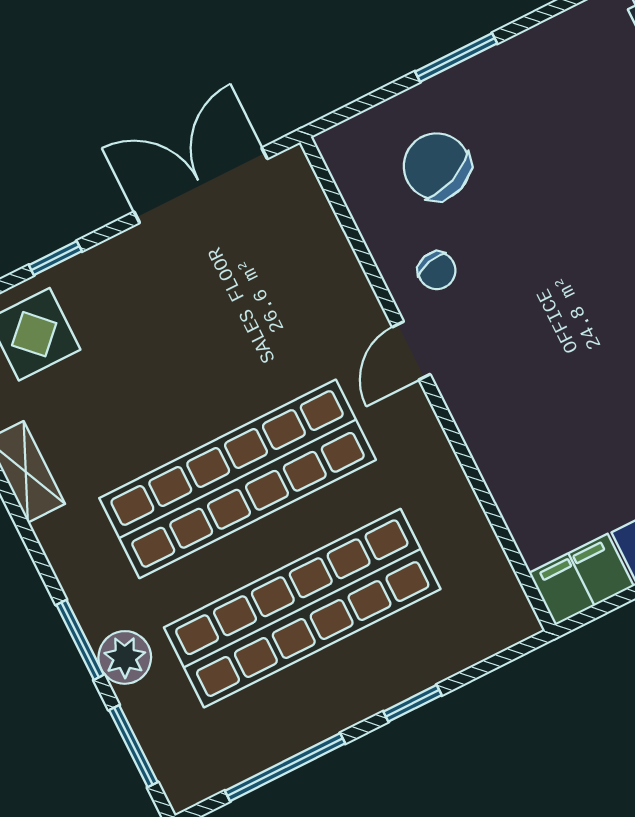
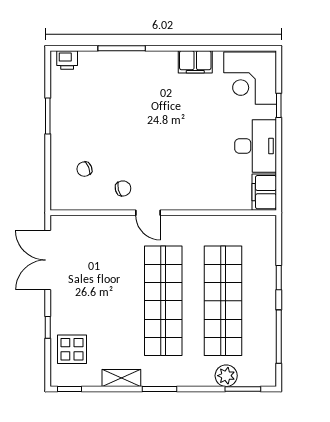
window: (456, 57) -> (48, 116), moved
chair: (437, 166) -> (84, 169), width x0.54, depth x0.54
window: (80, 640) -> (159, 389), moved
plant: (125, 657) -> (226, 376), moved

